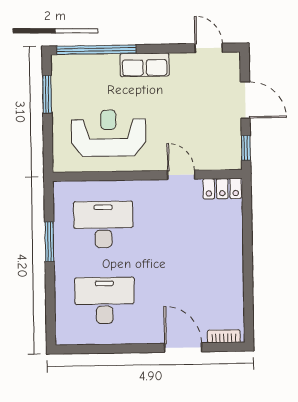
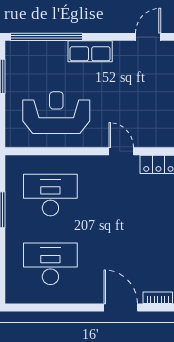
door: (209, 48) -> (148, 37), hinge flipped

